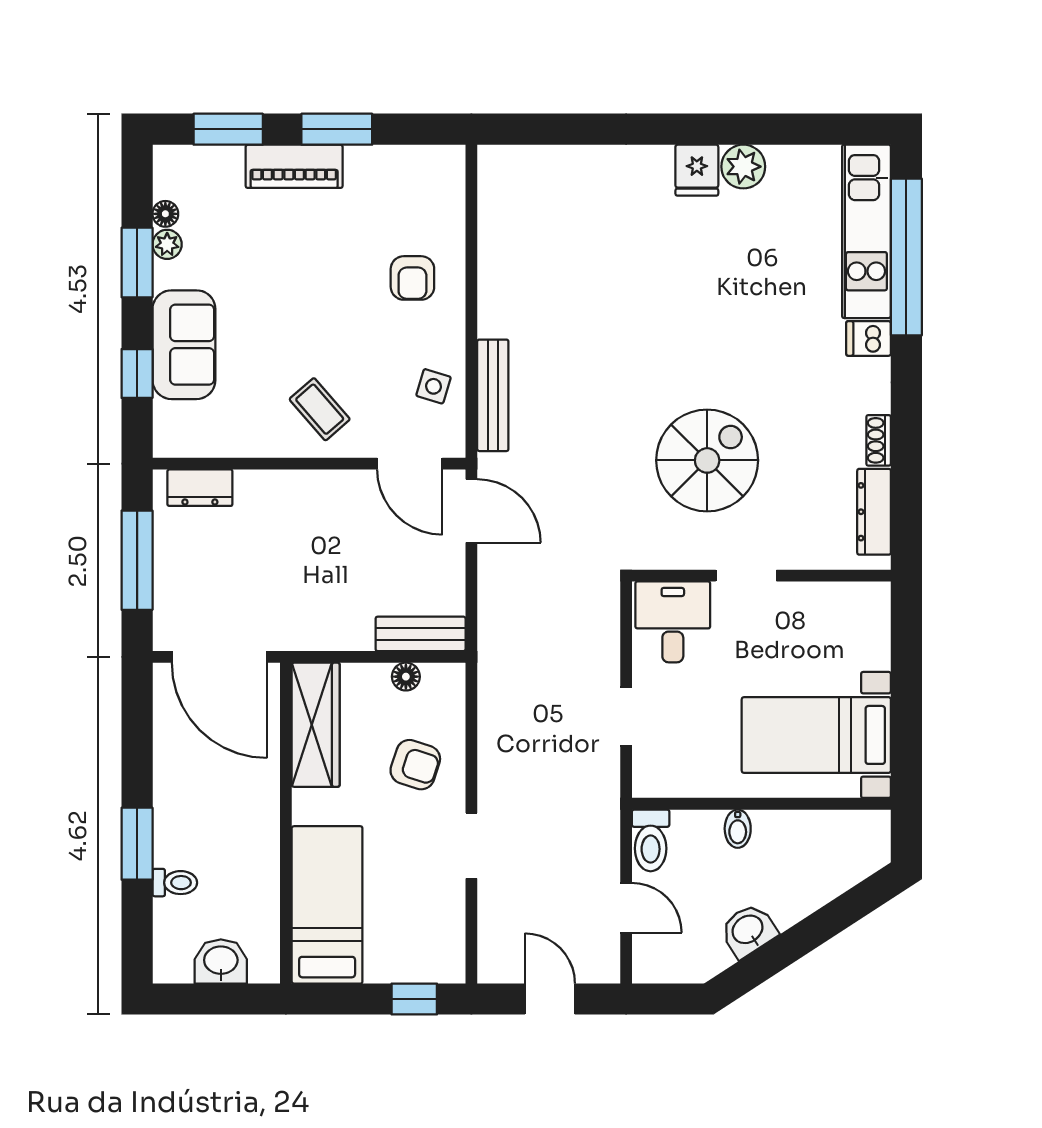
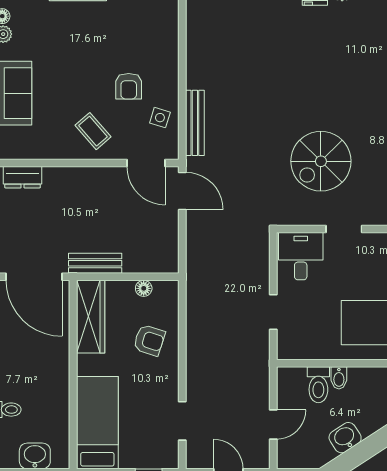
armchair: (412, 278) -> (129, 86), moved
spiral stairs: (707, 460) -> (321, 161), turned 180
bench: (421, 634) -> (95, 263), moved
toilet: (651, 840) -> (318, 385), moved
doorway: (471, 846) -> (182, 421), moved
door: (626, 908) -> (273, 424), hinge flipped

